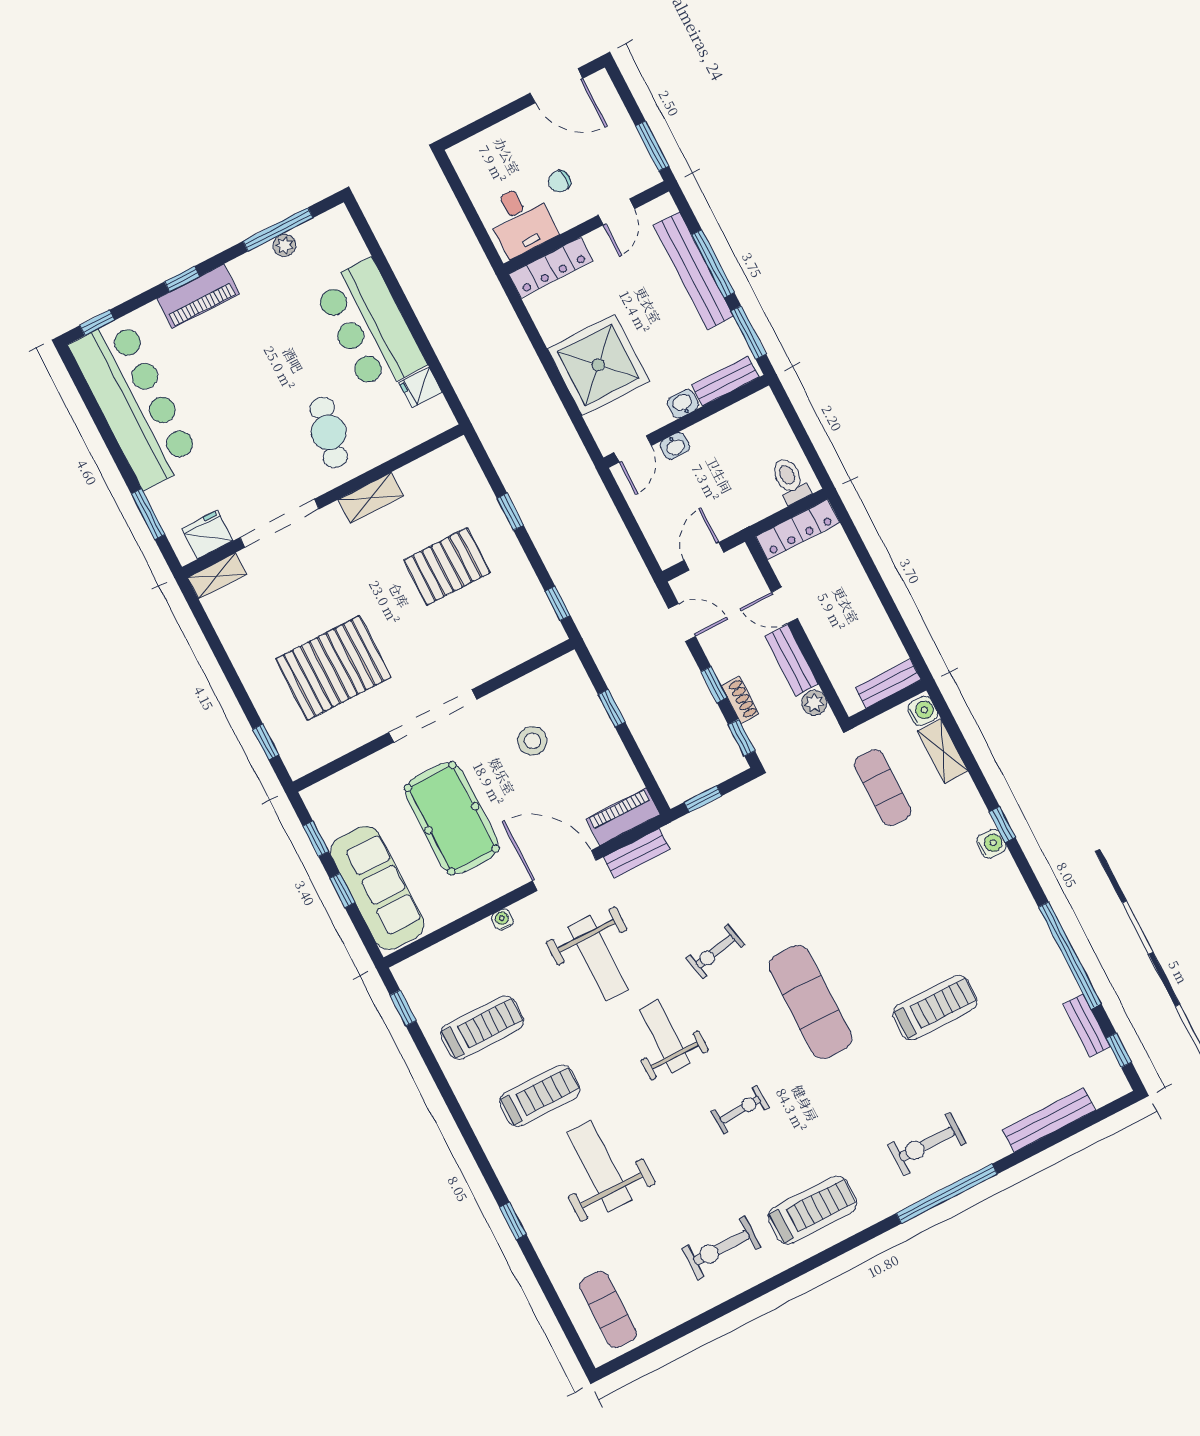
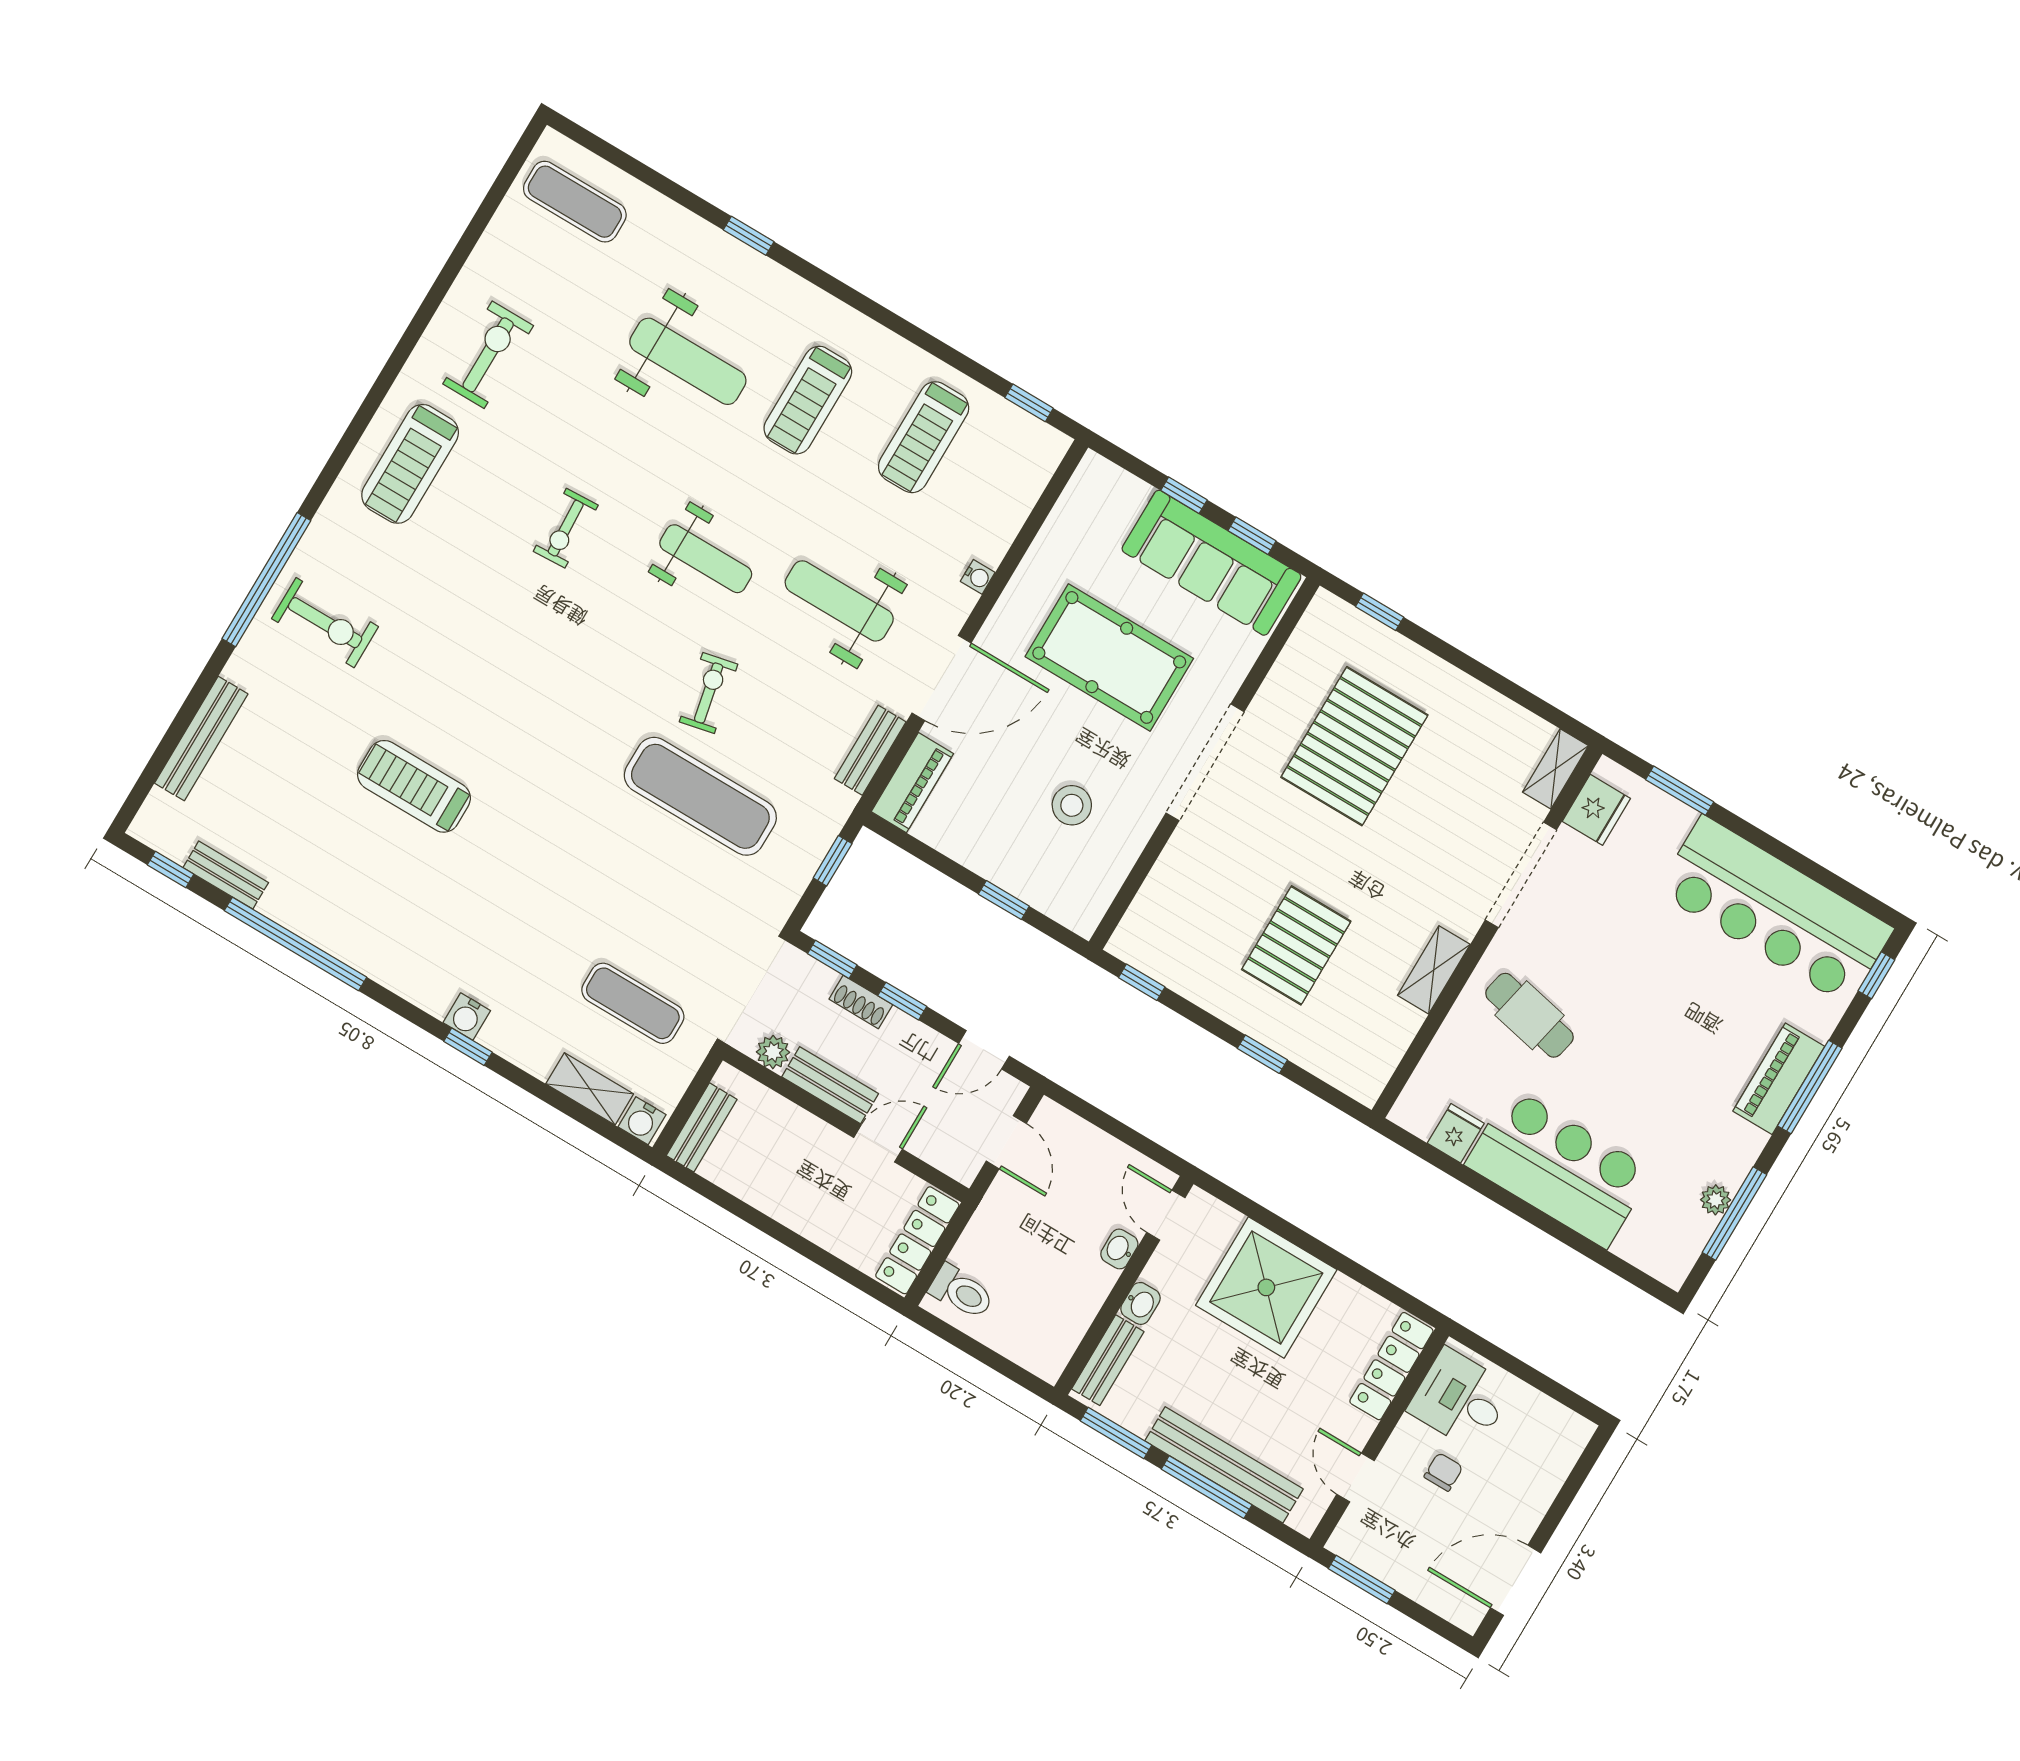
window: (182, 279) -> (1810, 1087), width x2.17
sofa: (377, 888) -> (1211, 563), moved
exercise mat: (810, 1002) -> (700, 796), moved
treadmill: (935, 1008) -> (414, 786), turned 90
exercise bike: (927, 1144) -> (325, 623), turned 90

